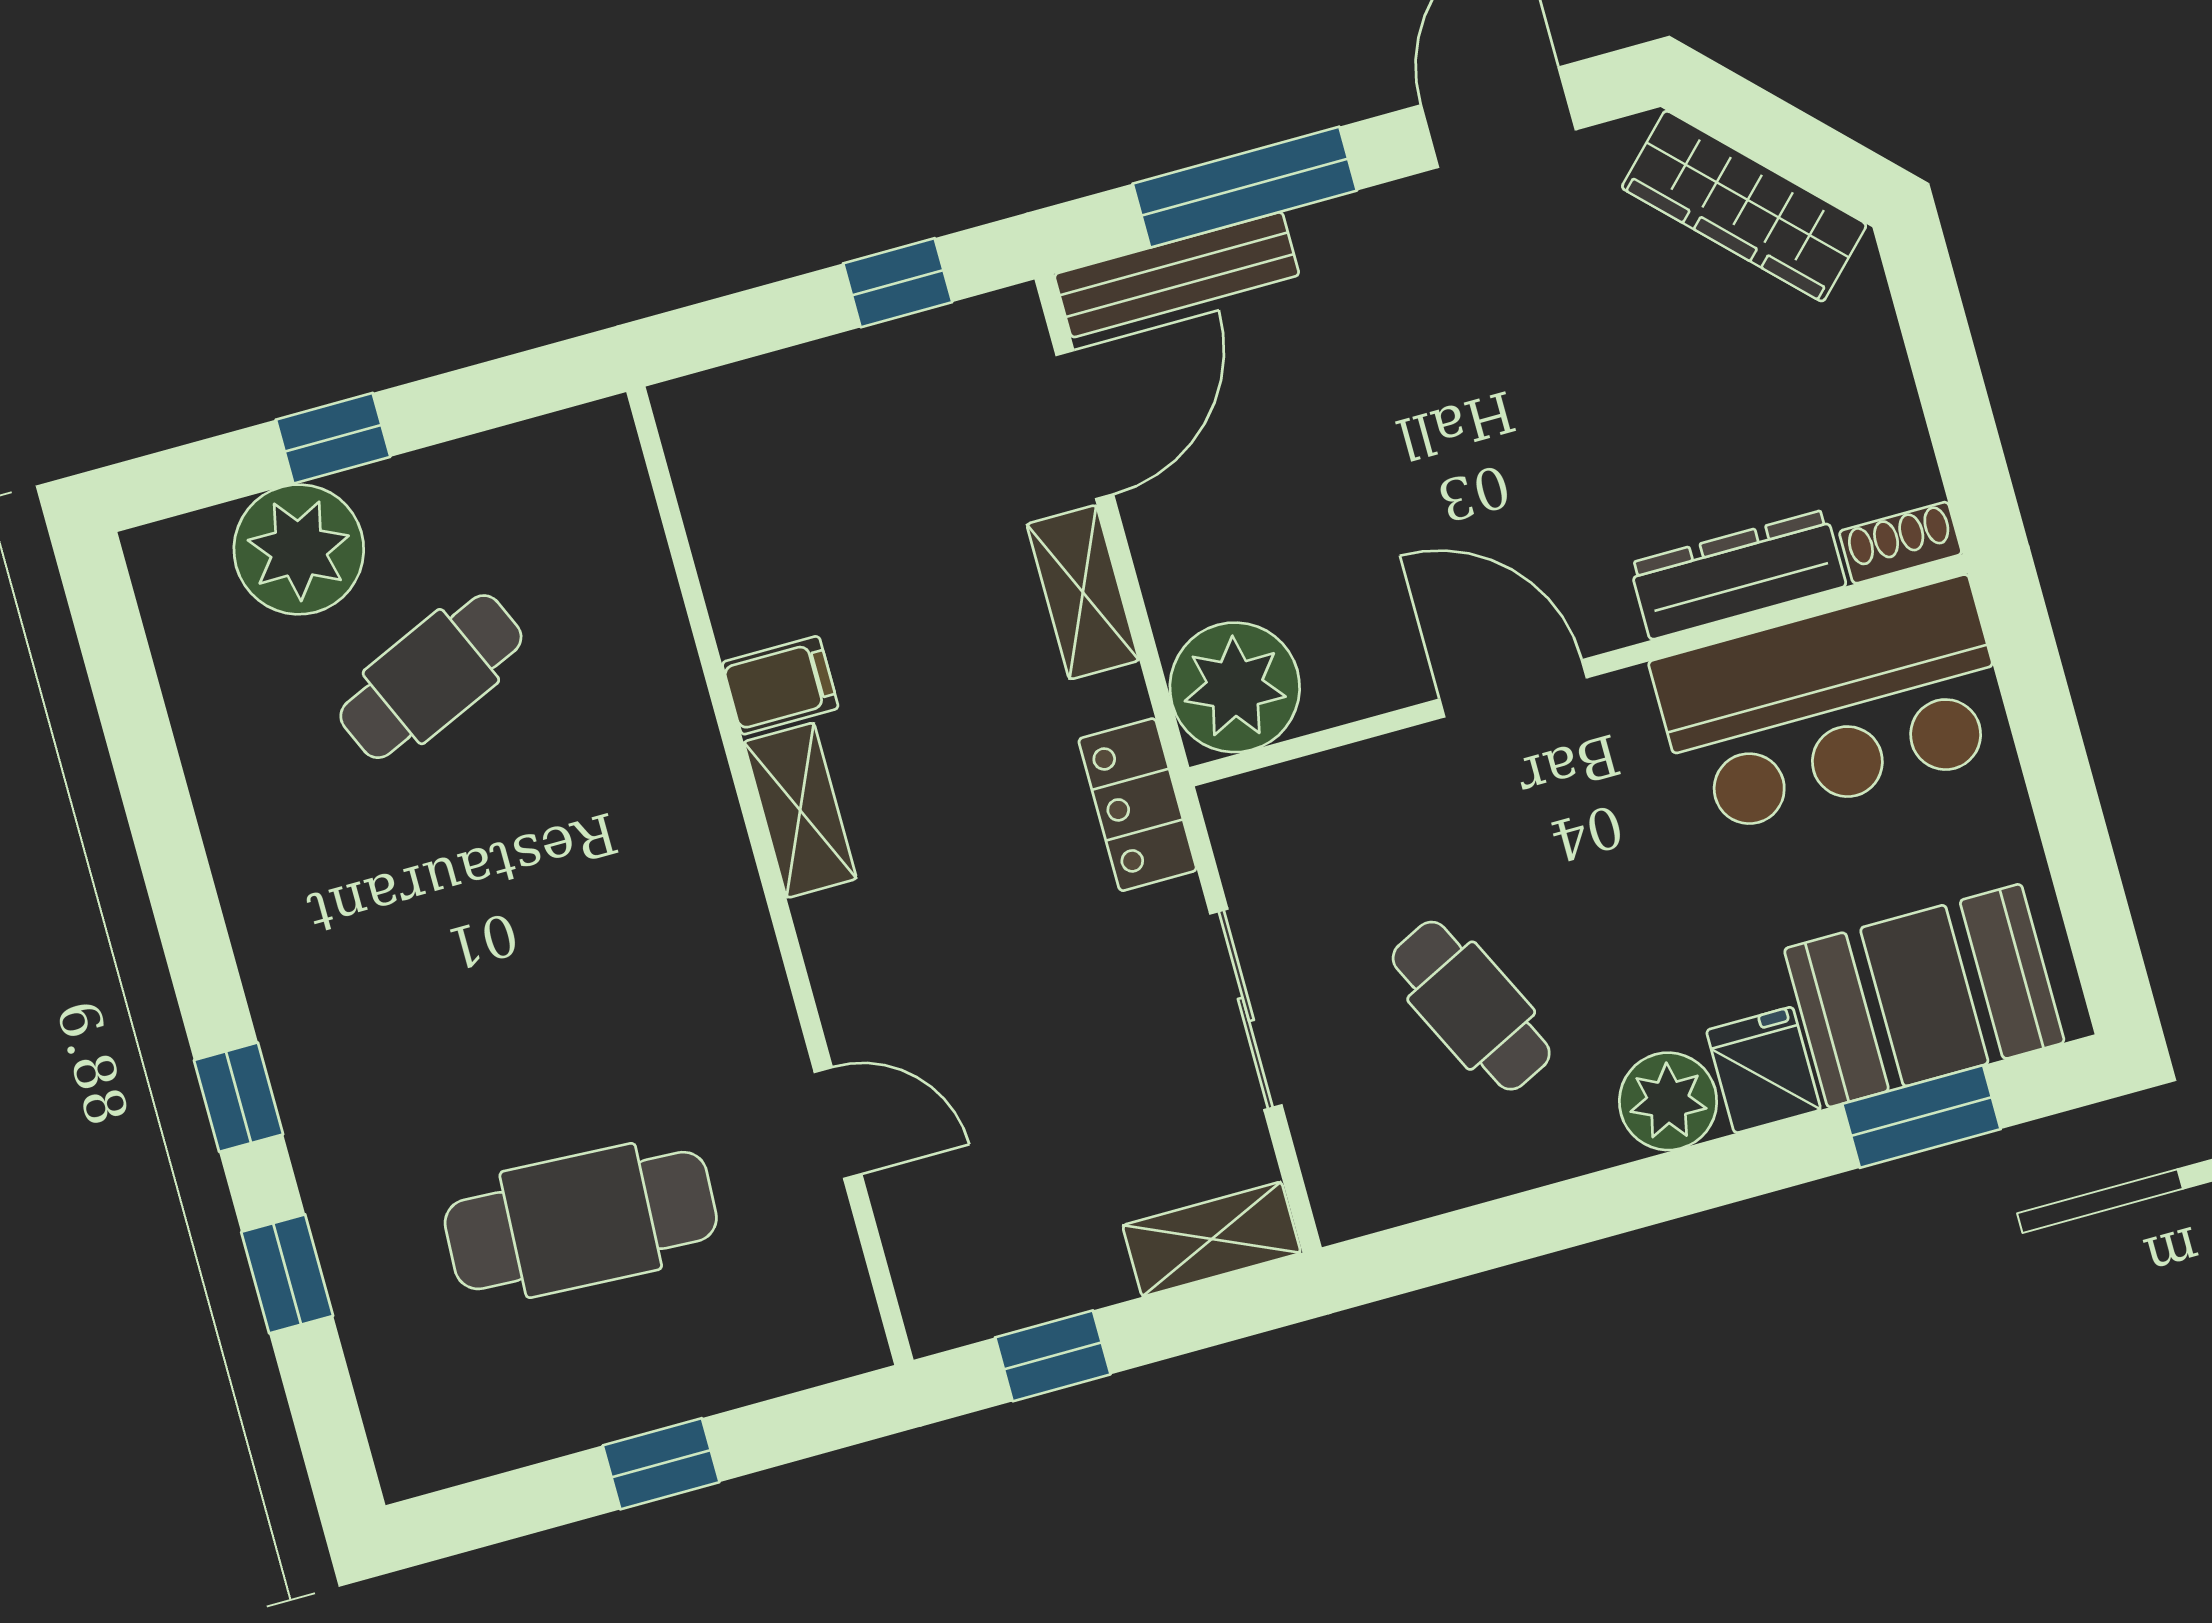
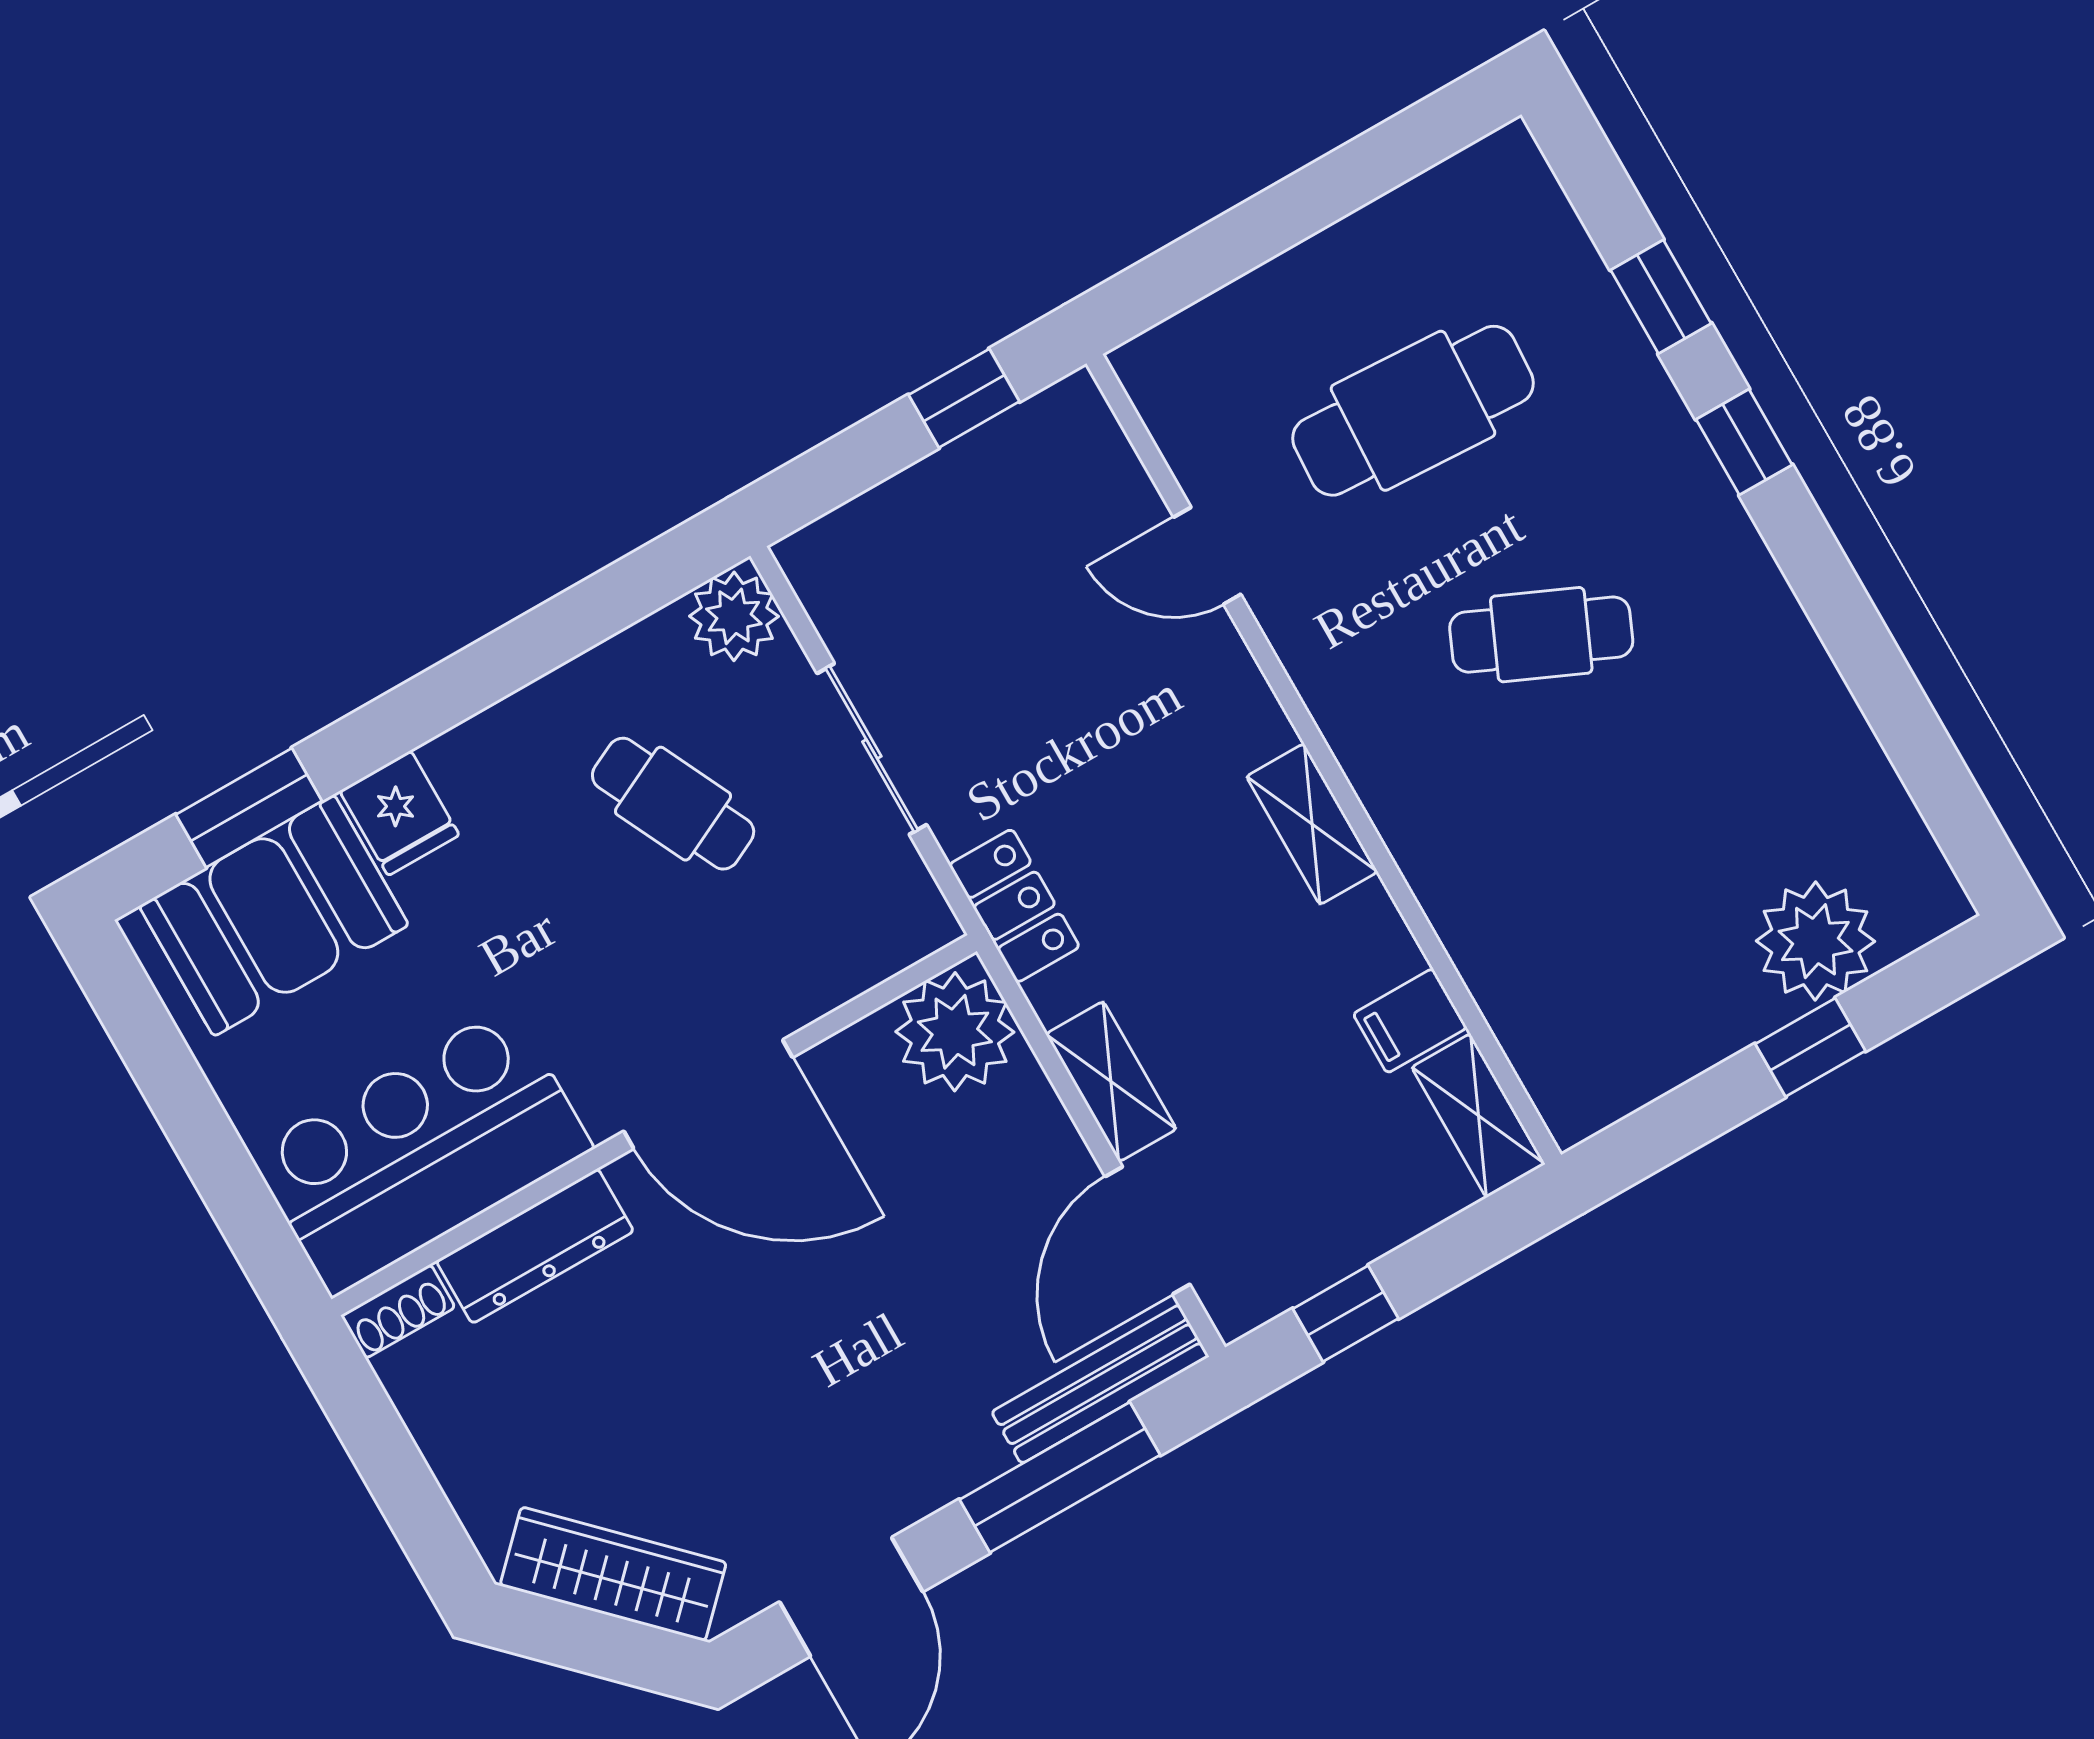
cafe table: (431, 677) -> (1541, 635), moved, turned 48
filing cabinet: (780, 685) -> (1410, 1021), moved
door: (1513, 688) -> (708, 1094), width x1.36
plant: (1668, 1101) -> (734, 616), moved
shelving: (1212, 1239) -> (1478, 1116), moved, turned 90
window: (661, 1464) -> (1287, 214), removed

